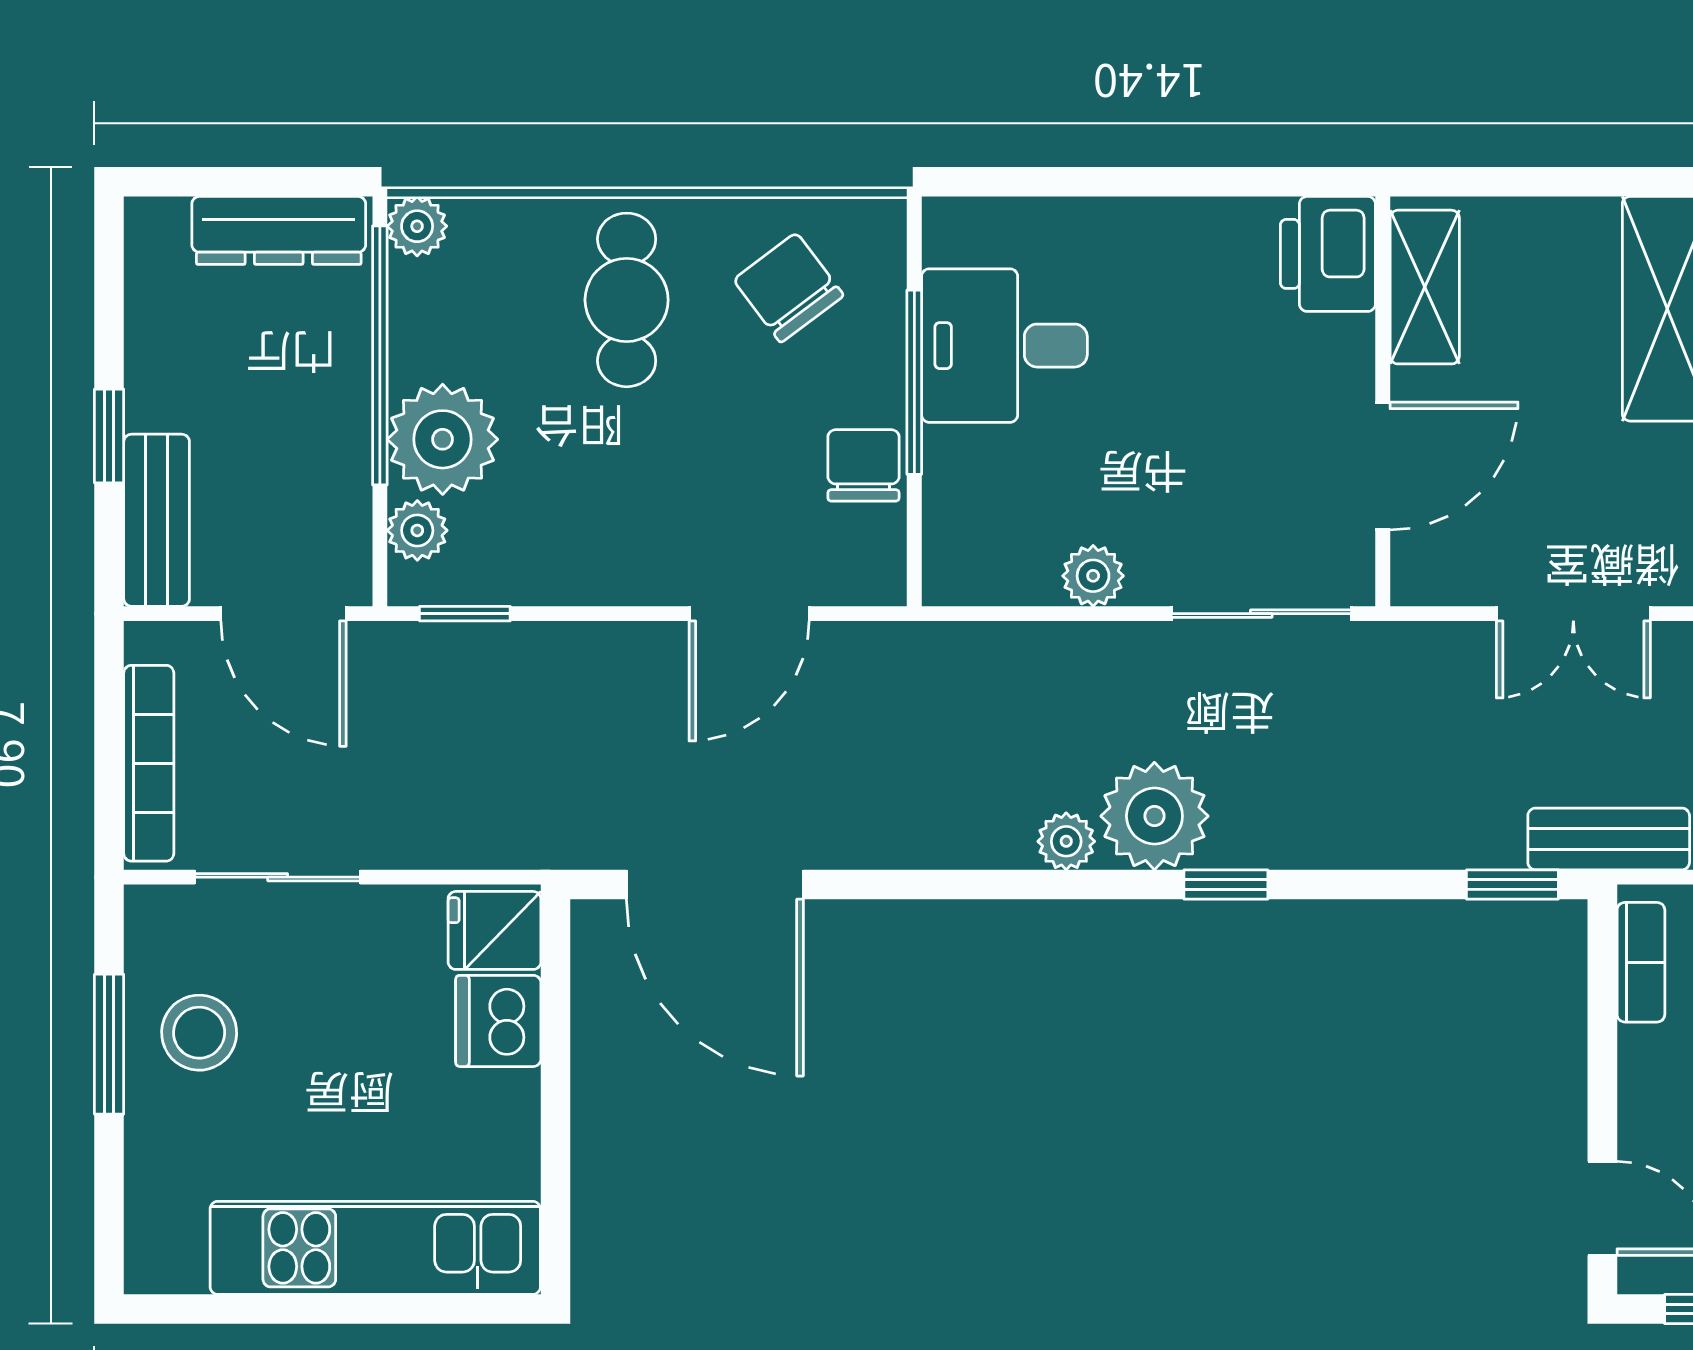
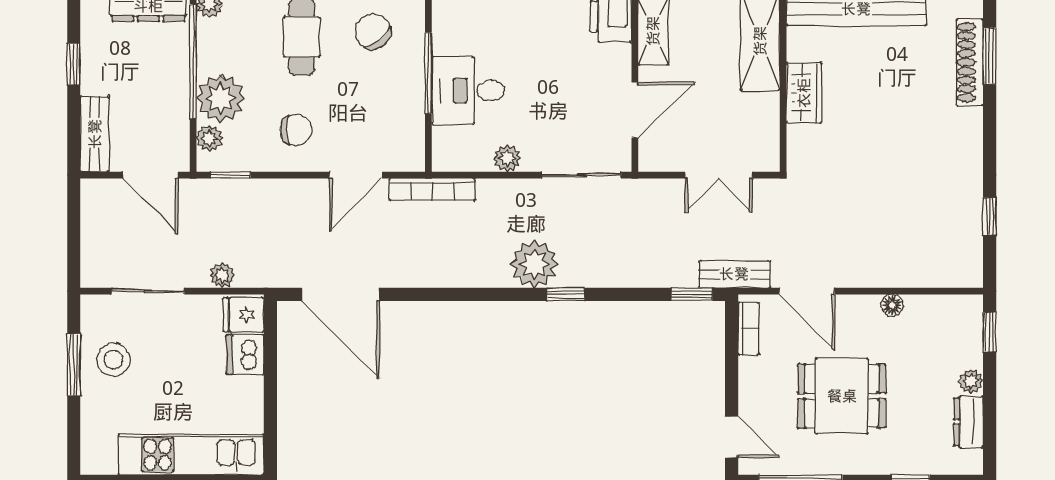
desk: (1004, 346) -> (468, 90), moved
window: (109, 436) -> (74, 64), moved
chair: (863, 465) -> (296, 130), moved, turned 90
bookcase: (149, 763) -> (432, 189), moved, turned 90
plant: (1066, 841) -> (222, 275), moved

